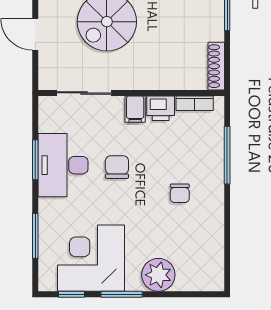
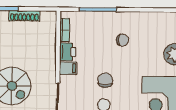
shoe rack: (216, 66) -> (24, 16), moved
chair: (117, 167) -> (105, 80), turned 90

